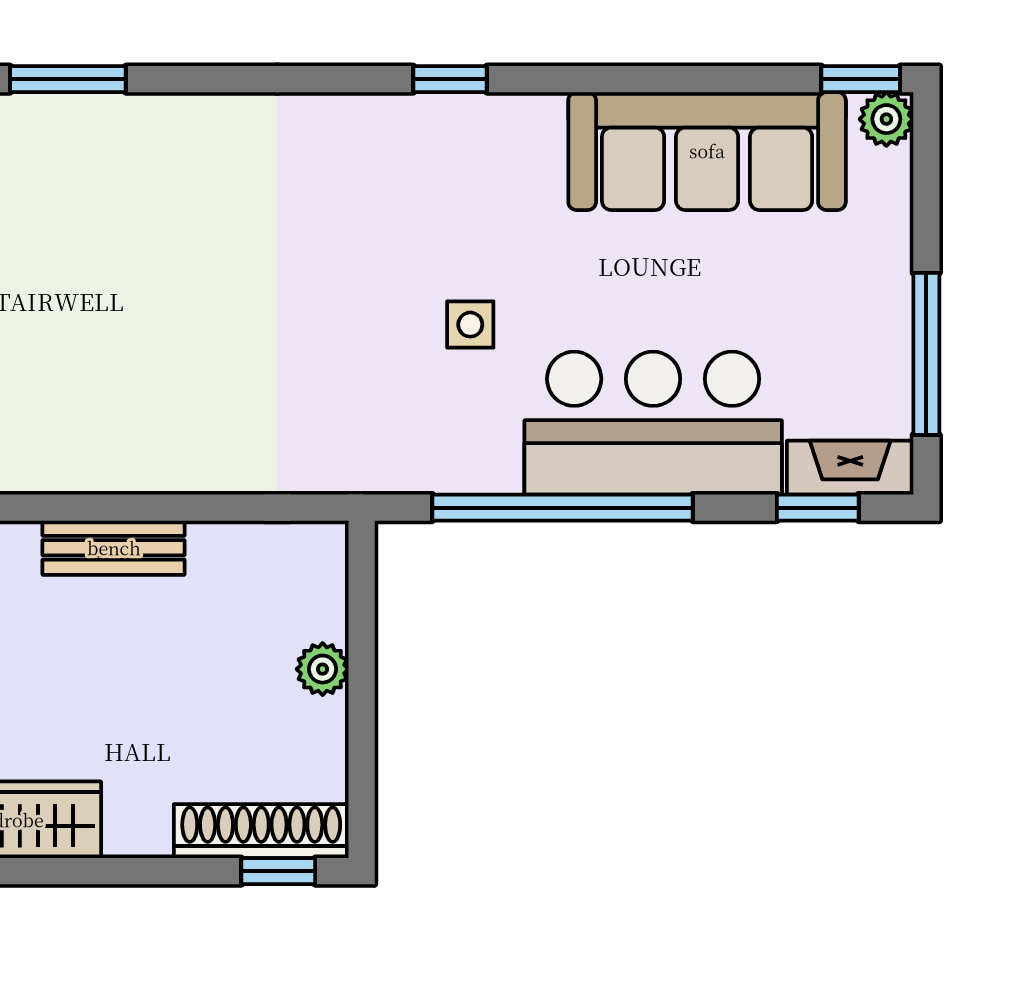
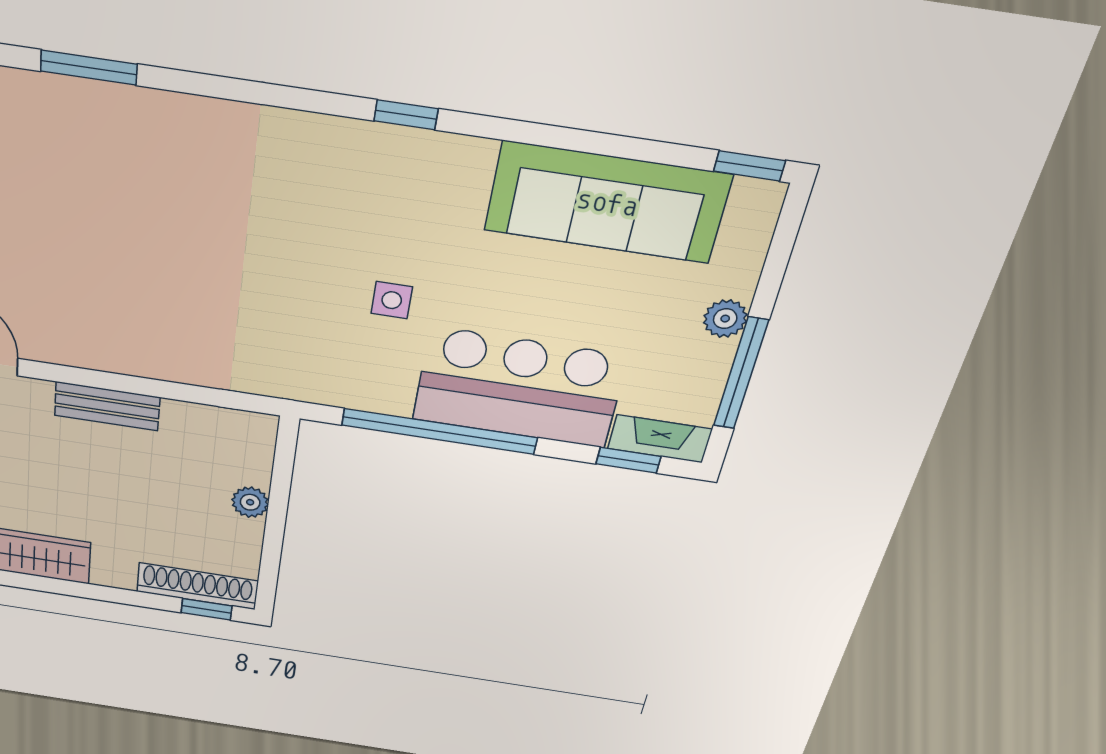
plant: (886, 119) -> (725, 319), moved

